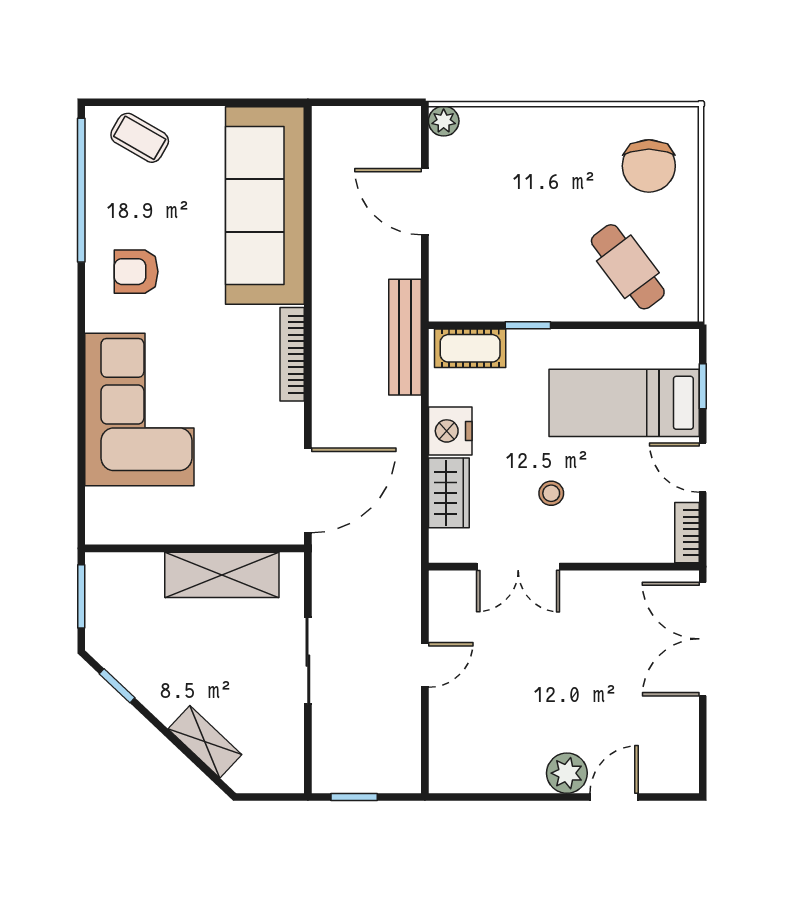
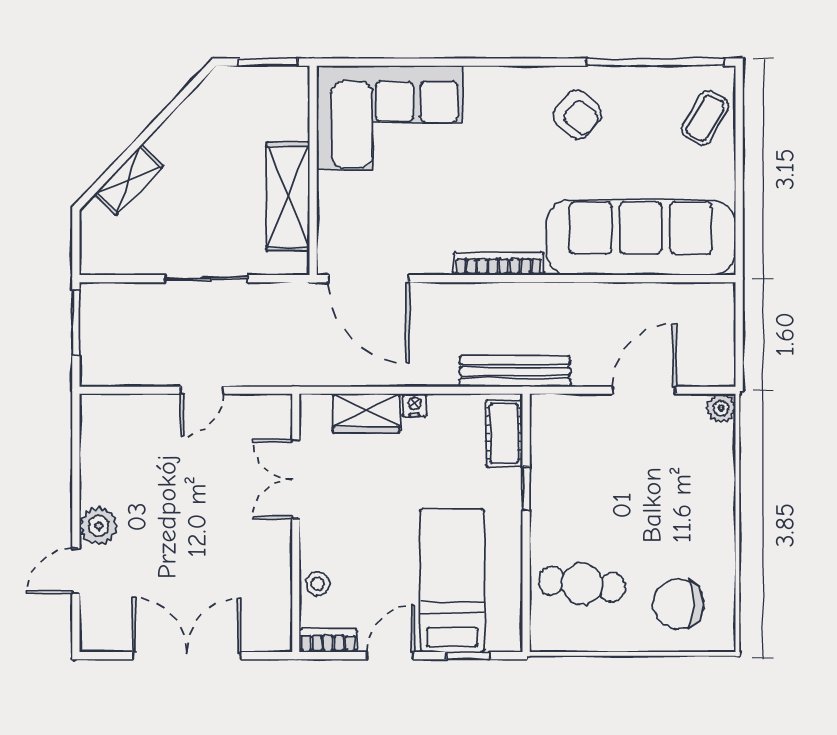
cafe table: (628, 267) -> (582, 584), turned 43
armchair: (136, 272) -> (577, 115), turned 131
corner sofa: (139, 409) -> (390, 118), moved
nightstand: (450, 431) -> (414, 405), width x0.53, depth x0.56
stool: (551, 493) -> (318, 584), moved
double door: (703, 639) -> (187, 656), moved
door: (425, 665) -> (202, 390), hinge flipped
window: (117, 686) -> (182, 96), removed
window: (354, 797) -> (76, 323), width x1.50
door: (614, 797) -> (76, 571), swing flipped

